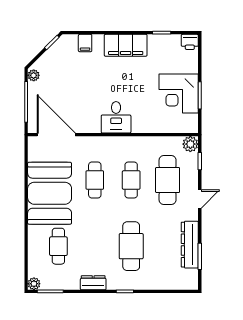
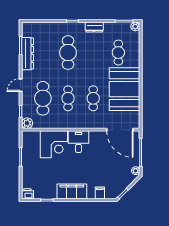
corner desk: (179, 94) -> (54, 144), moved, turned 90

